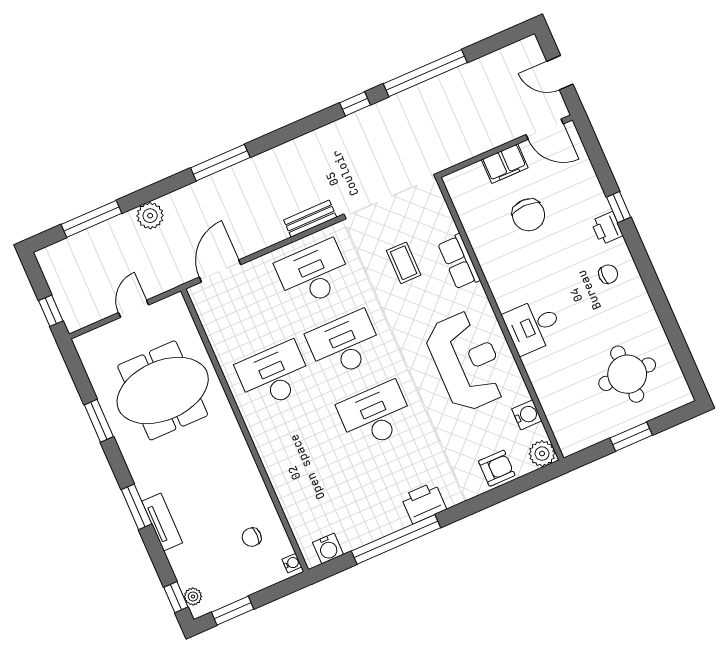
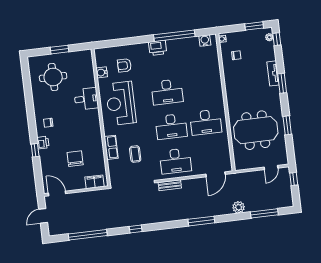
window: (425, 73) -> (88, 235), moved
door: (560, 73) -> (43, 216), swing flipped
filing cabinet: (505, 164) -> (95, 182), moved
door: (134, 309) -> (271, 168), moved
desk: (533, 326) -> (86, 99), moved
plant: (542, 454) -> (100, 54), removed
armchair: (497, 468) -> (124, 65), moved

